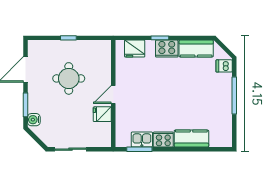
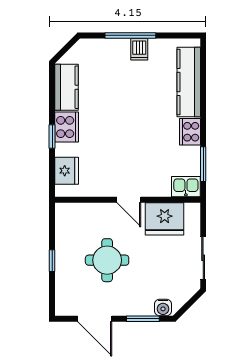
dishwasher: (224, 66) -> (139, 49), moved
fridge: (102, 114) -> (165, 219), width x1.88, depth x1.34
kitchen counter: (191, 139) -> (189, 82), width x1.50
kitchen sink: (142, 140) -> (186, 187), moved, turned 90

